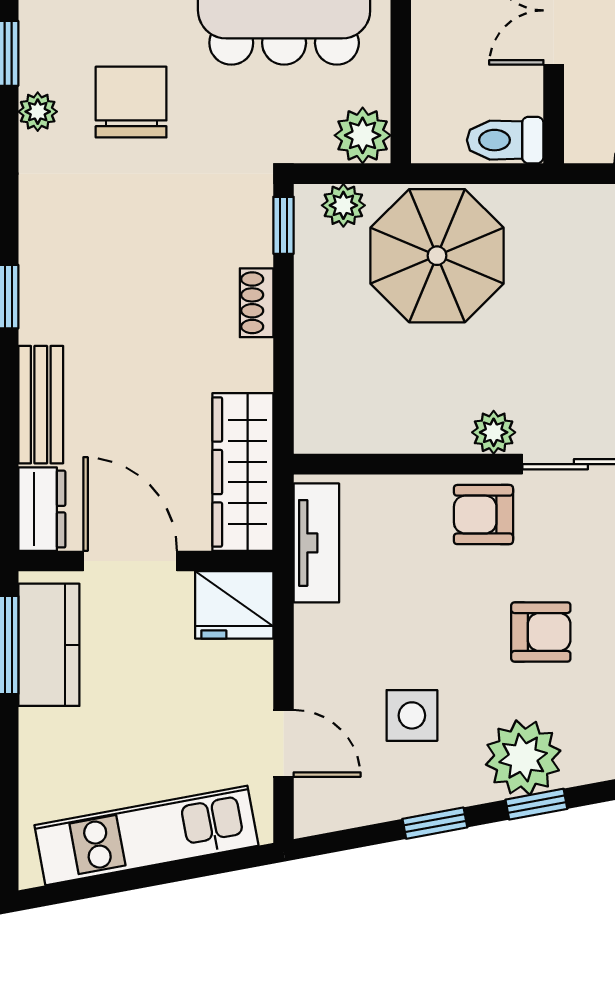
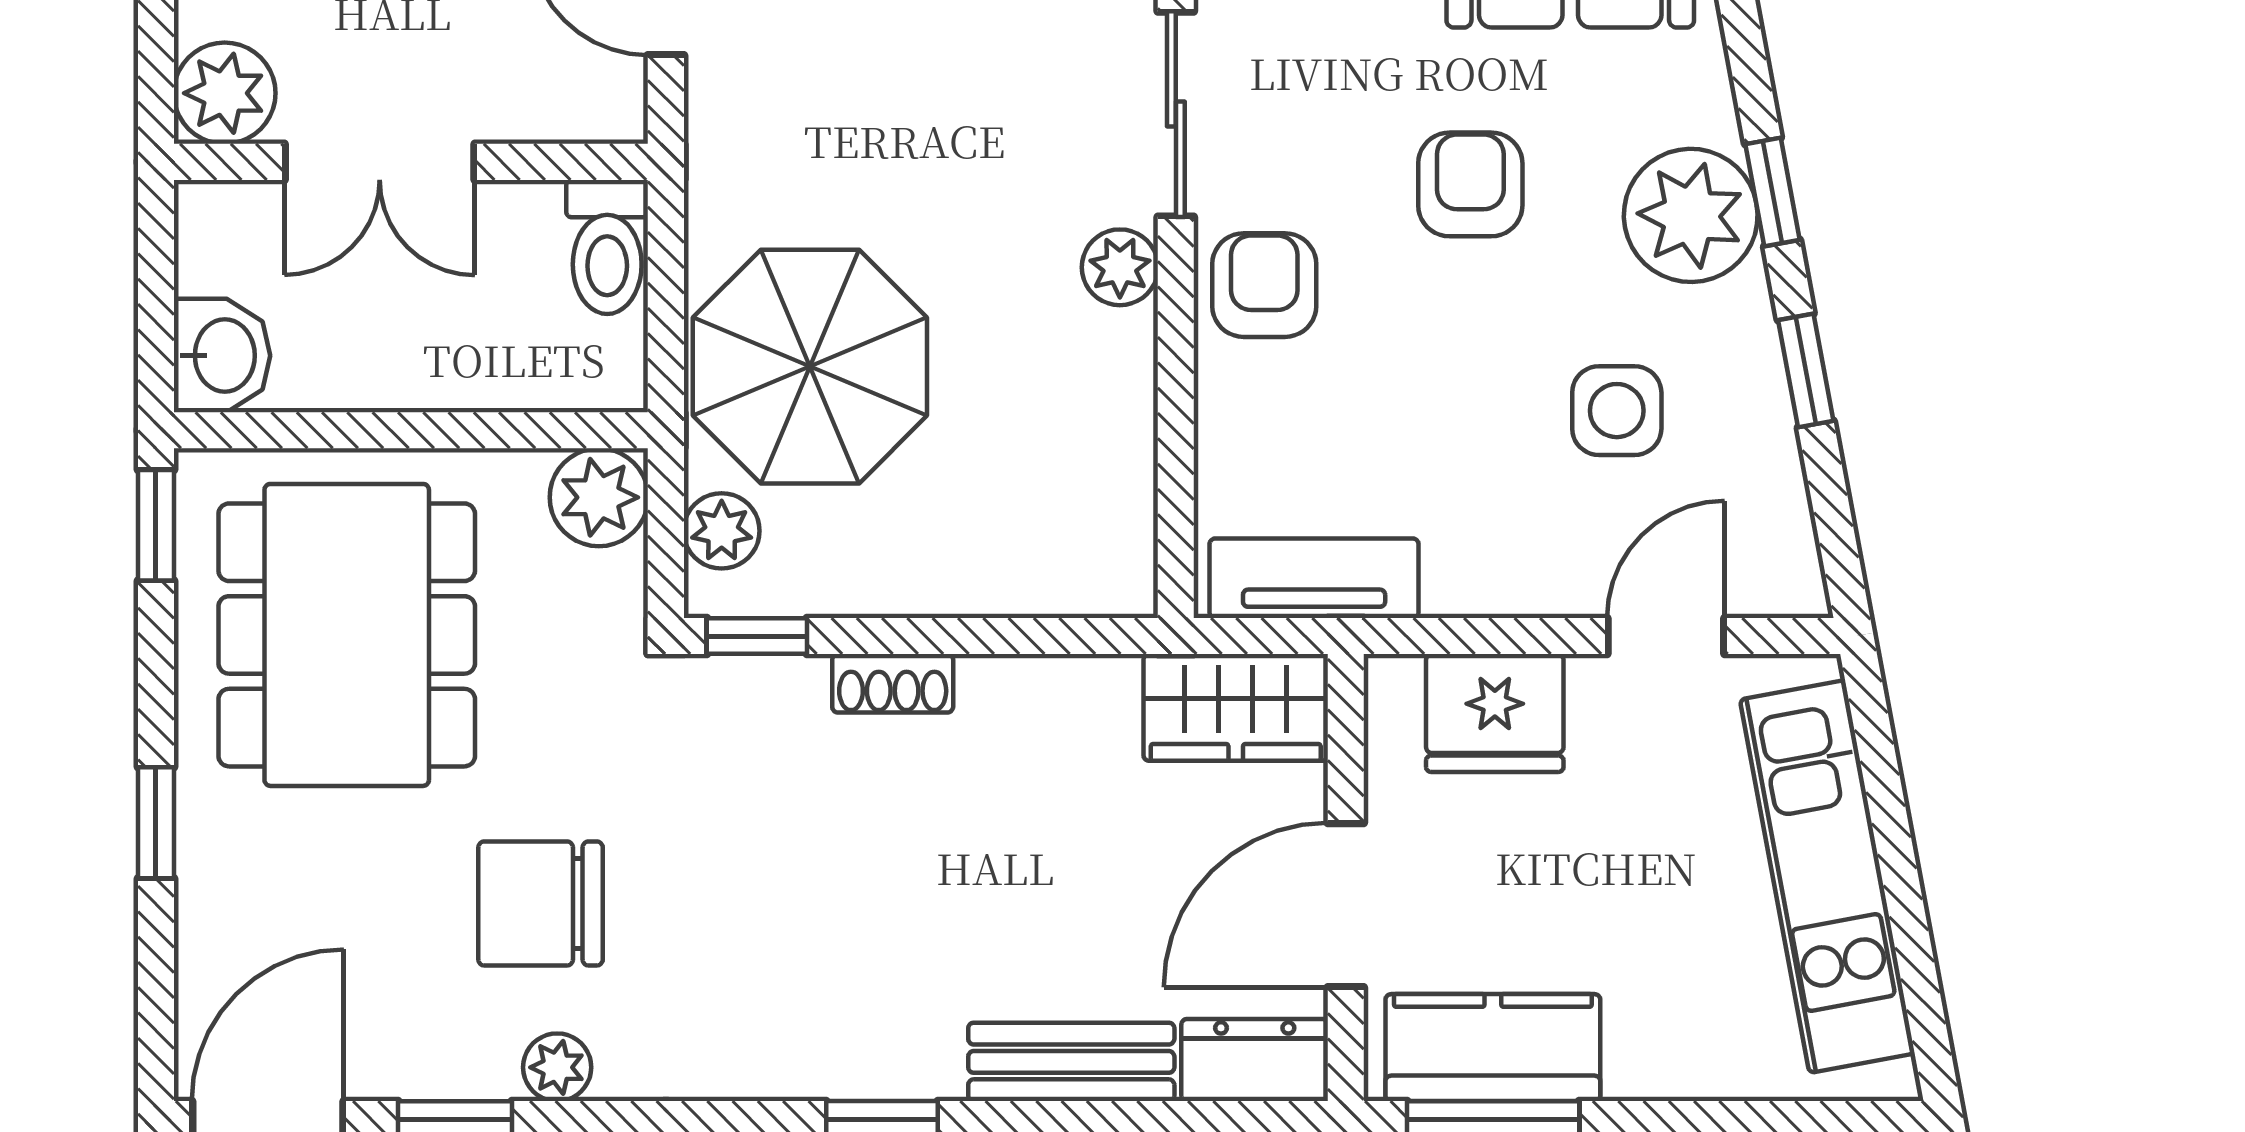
wardrobe: (243, 472) -> (1236, 707), width x0.67
armchair: (483, 515) -> (1264, 285), turned 180
fridge: (234, 605) -> (1495, 713), moved, turned 90

